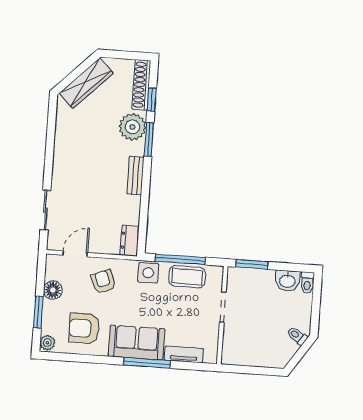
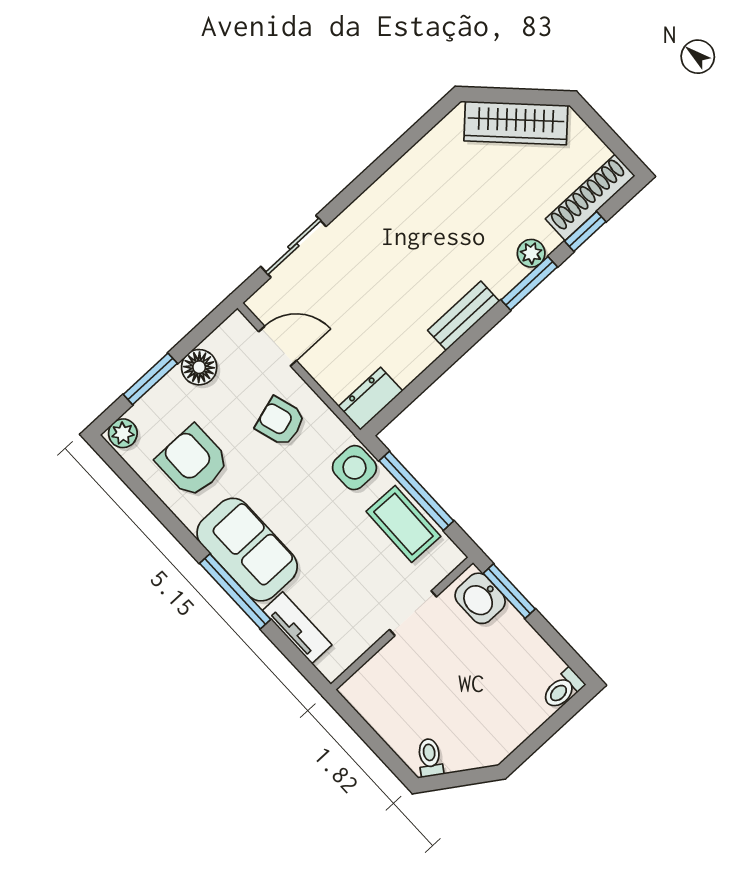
plant: (132, 127) -> (531, 253), width x0.53, depth x0.53
washbasin: (287, 281) -> (480, 598), moved
armchair: (103, 282) -> (280, 421), turned -86
toilet: (297, 336) -> (430, 758), moved

